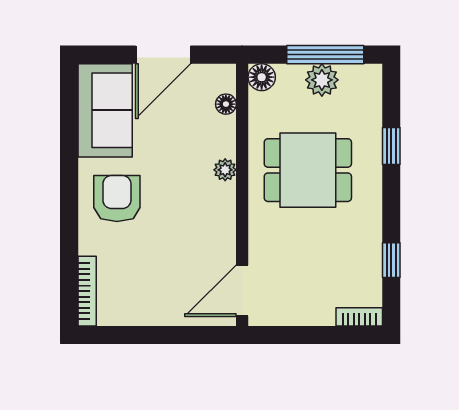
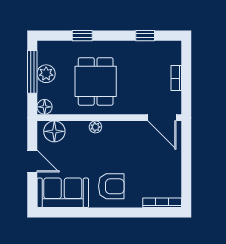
door: (163, 55) -> (32, 161), width x0.73
floor lamp: (226, 104) -> (54, 131), width x1.89, depth x1.89
armchair: (117, 199) -> (111, 186), turned 180
bookcase: (359, 317) -> (176, 78), moved

